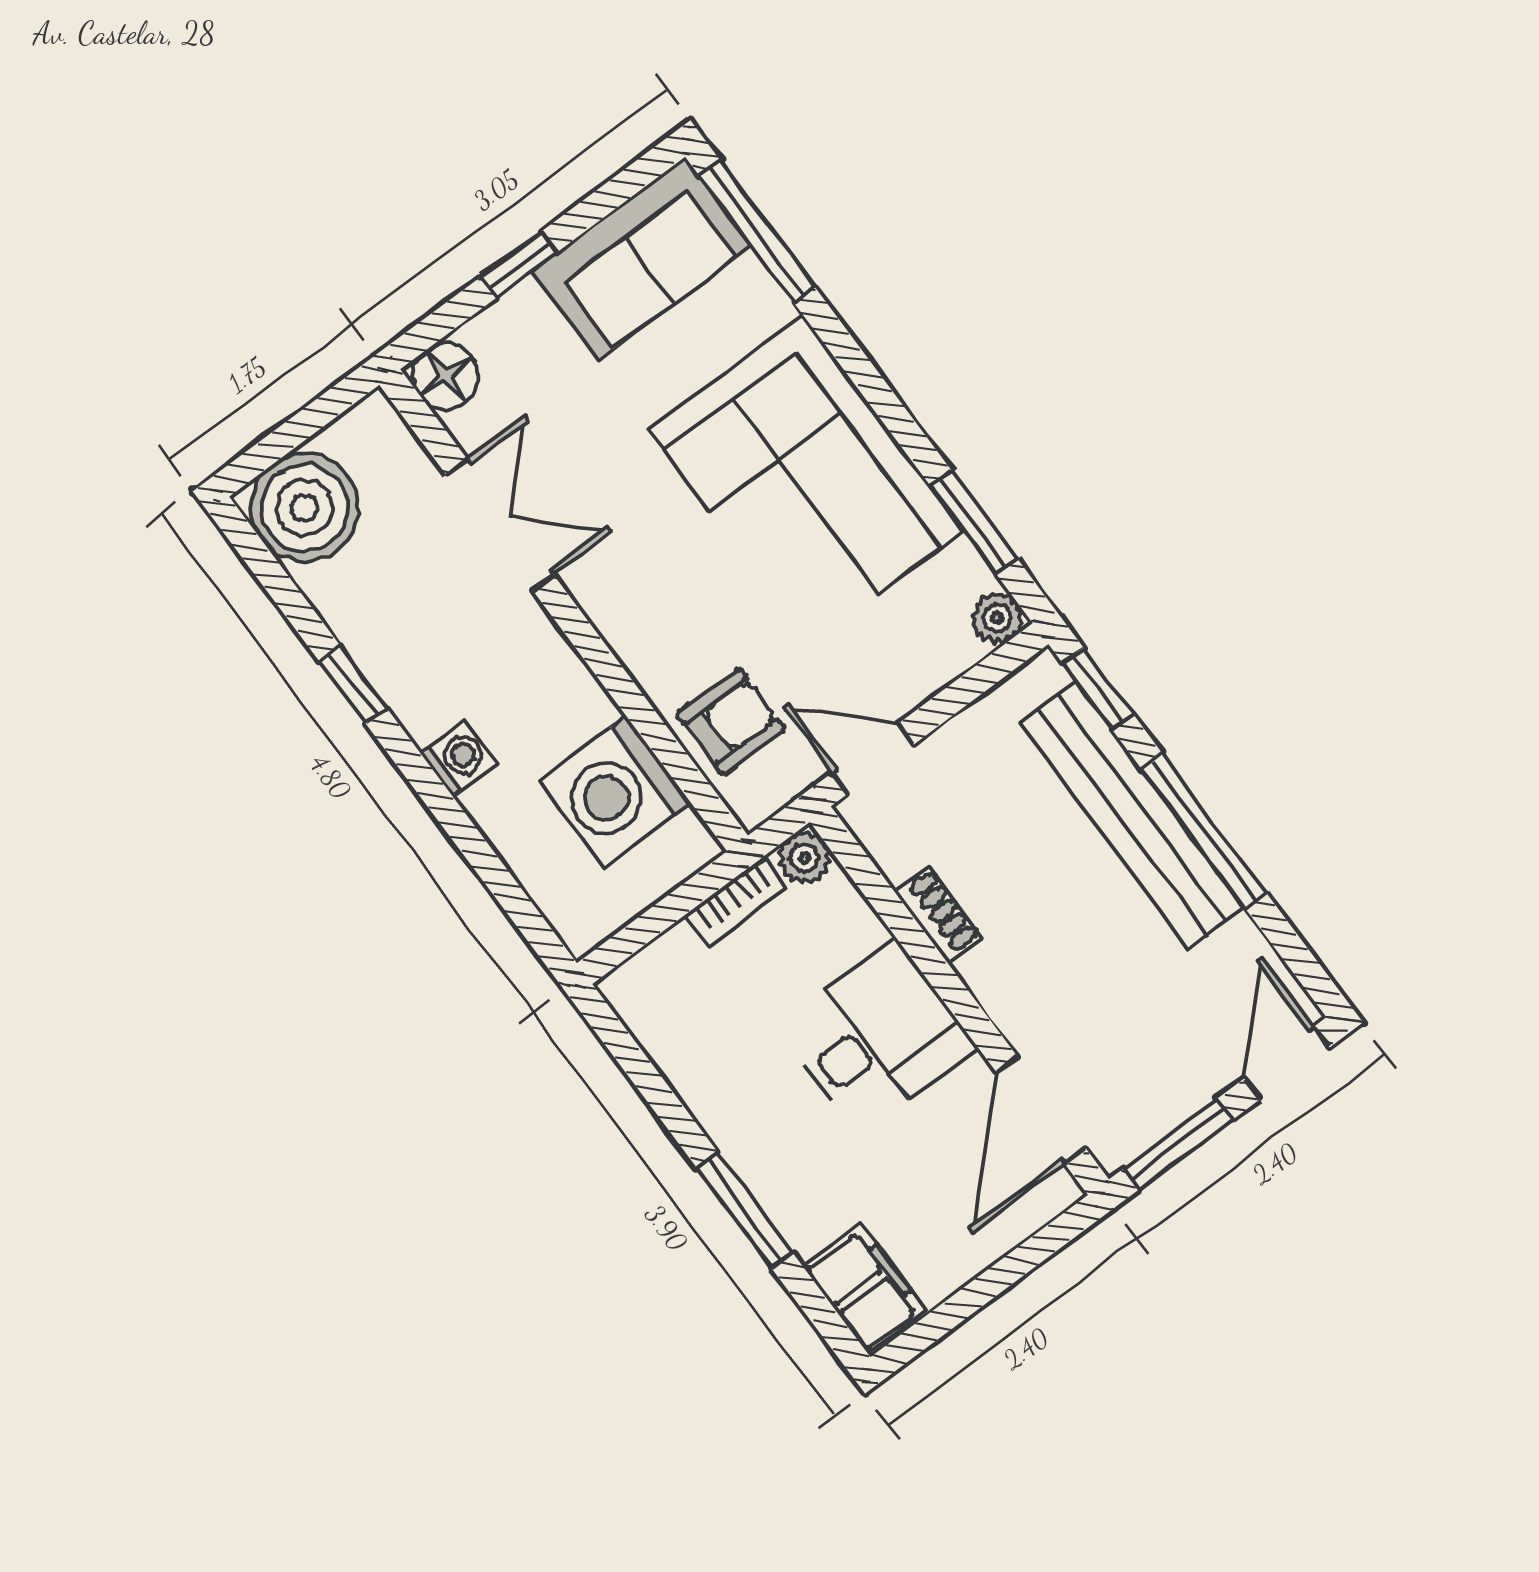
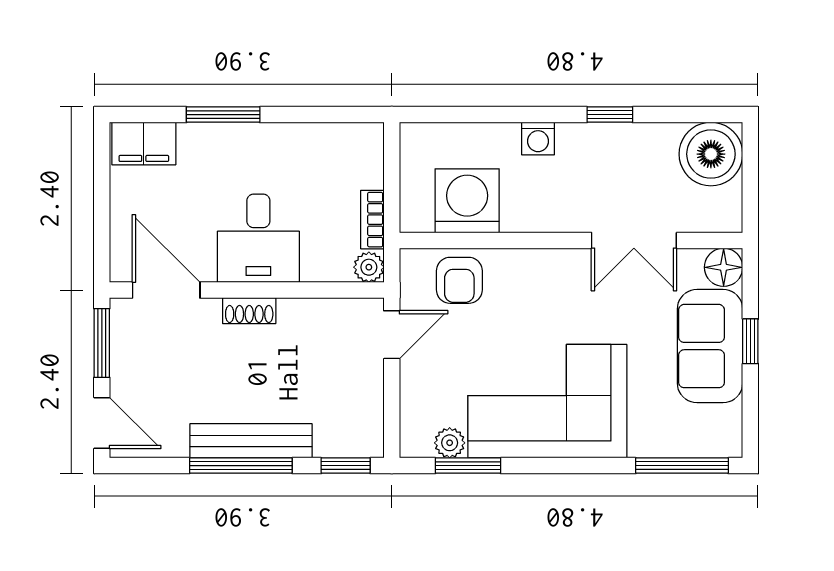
sofa: (641, 258) -> (710, 346), moved
plant: (997, 618) -> (450, 443), moved
bench: (1132, 815) -> (251, 441), width x0.73, depth x0.82
shoe rack: (939, 915) -> (249, 311), moved

